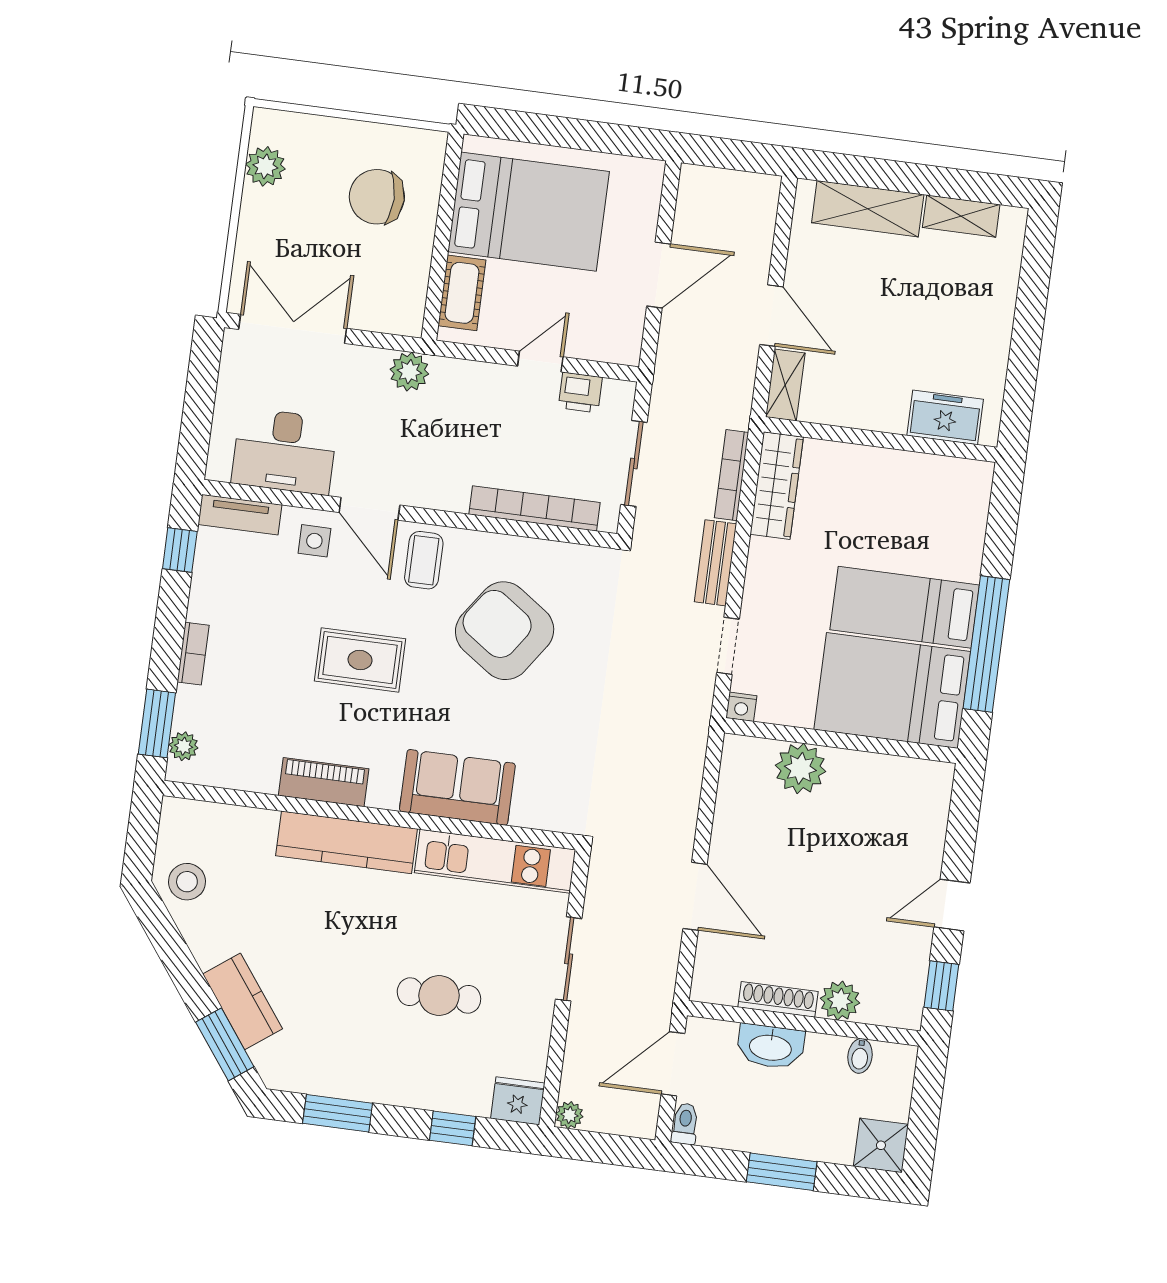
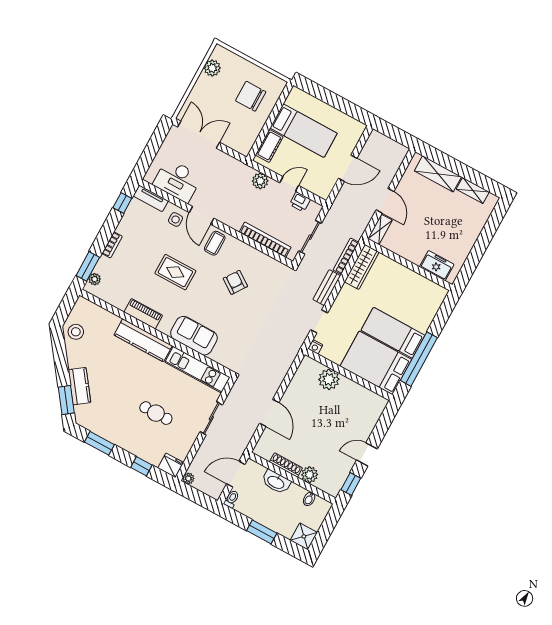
bed: (529, 212) -> (304, 131), width x0.67
plant: (409, 372) -> (260, 181), moved
armchair: (505, 631) -> (235, 282), width x0.53, depth x0.53

